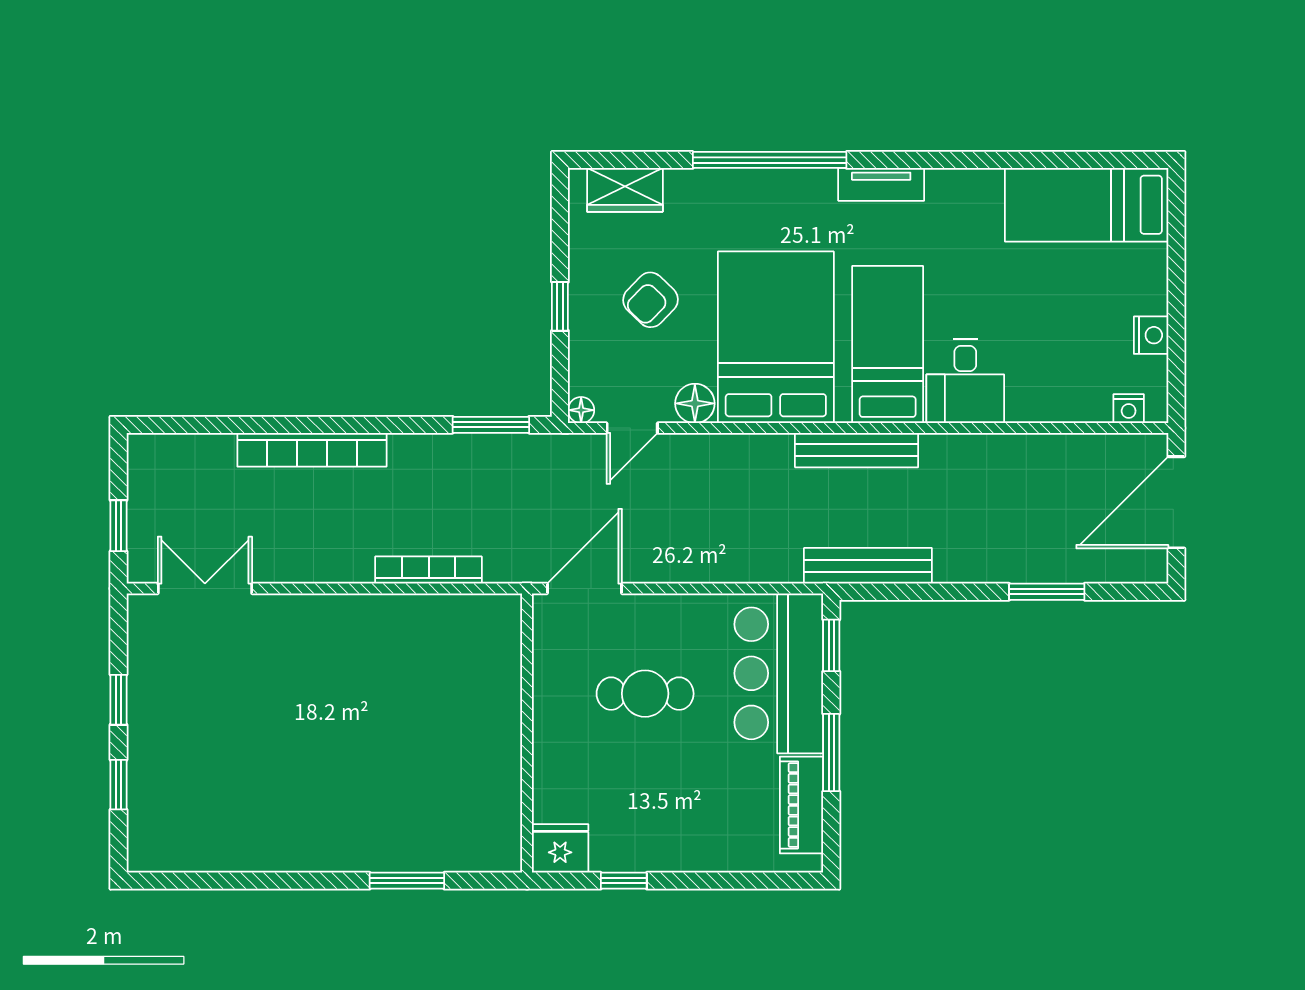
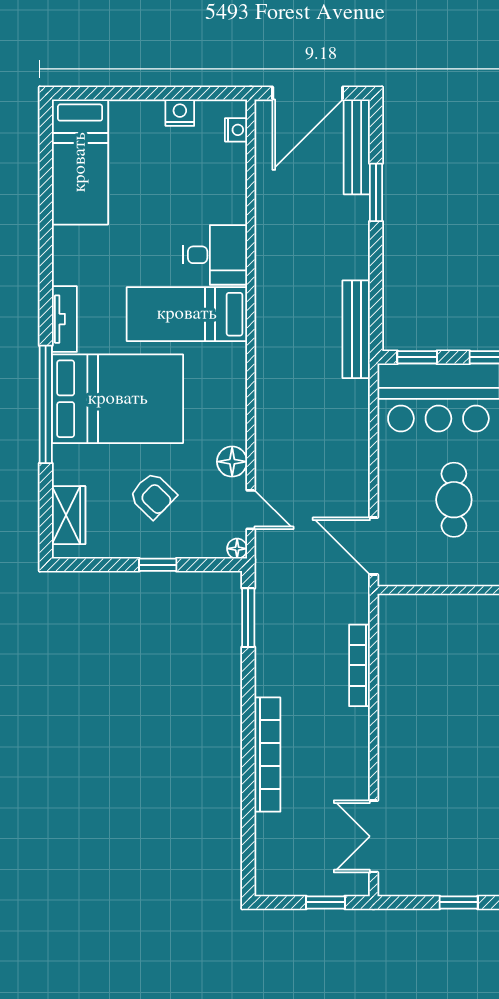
bed: (776, 337) -> (118, 399), moved, turned 180
bench: (857, 450) -> (357, 147), moved
door: (1176, 502) -> (308, 93), hinge flipped

